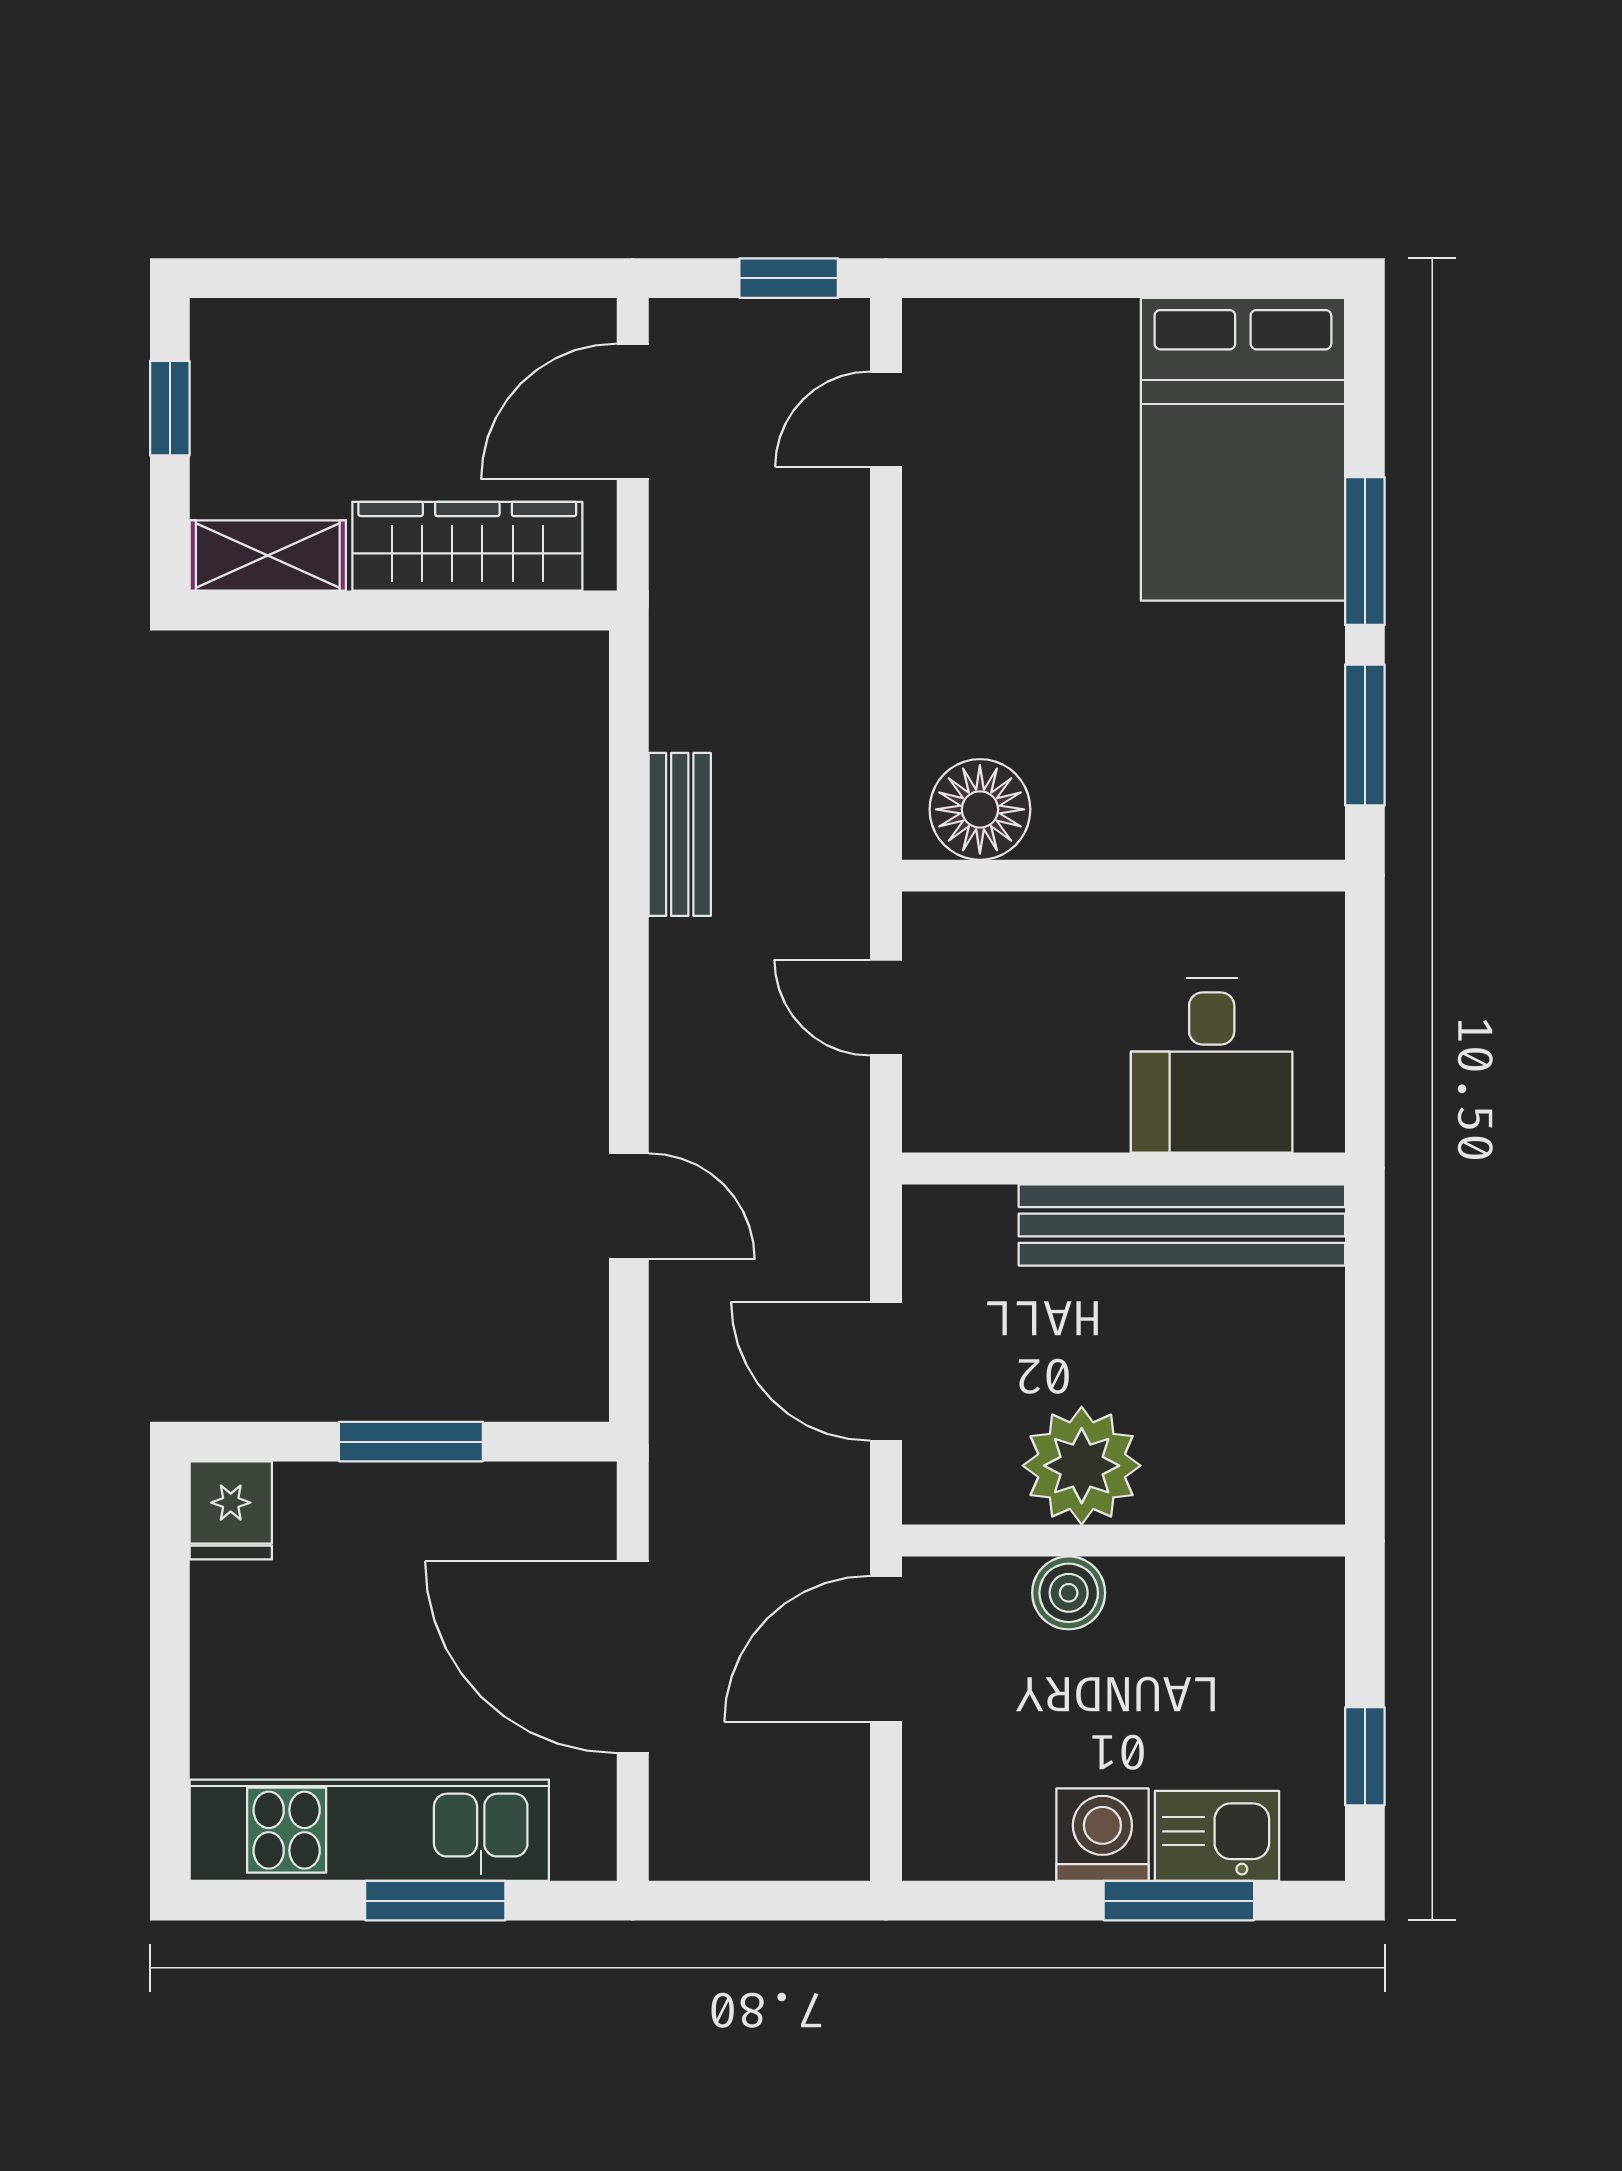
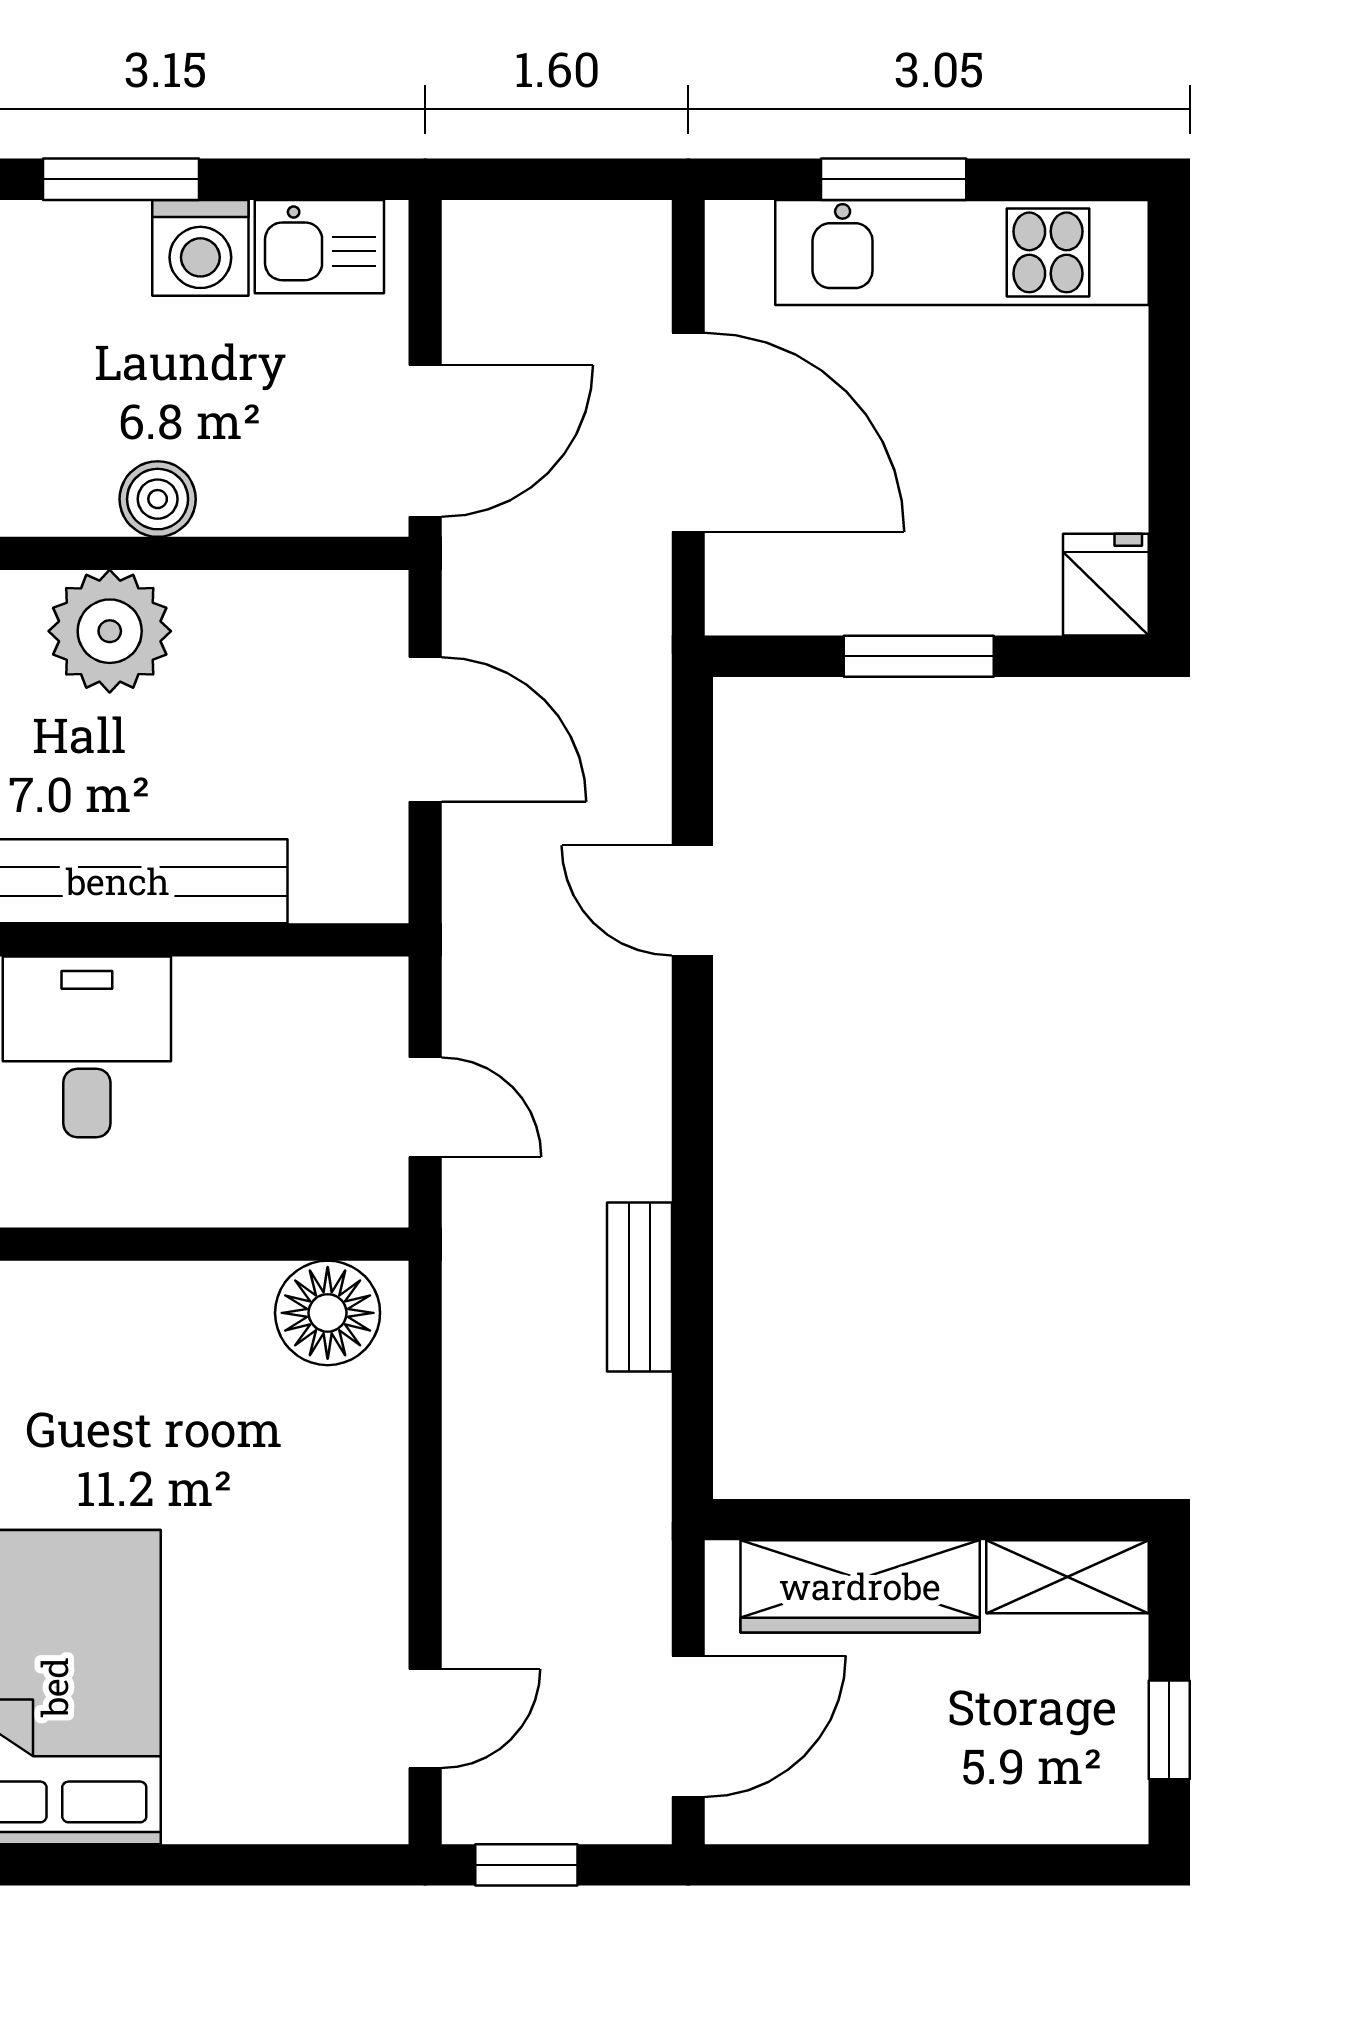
plant: (1082, 1466) -> (110, 631), moved
boiler: (1069, 1593) -> (158, 499), moved
kitchen sink: (1217, 1836) -> (319, 247), moved

